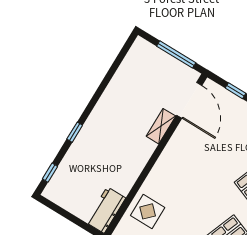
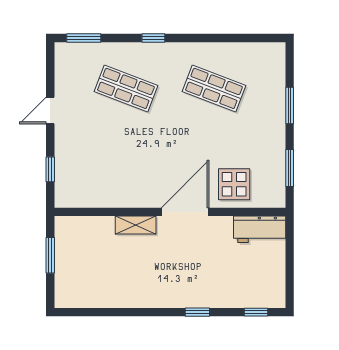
window: (176, 54) -> (50, 255), width x0.69
door: (189, 100) -> (185, 212), moved

